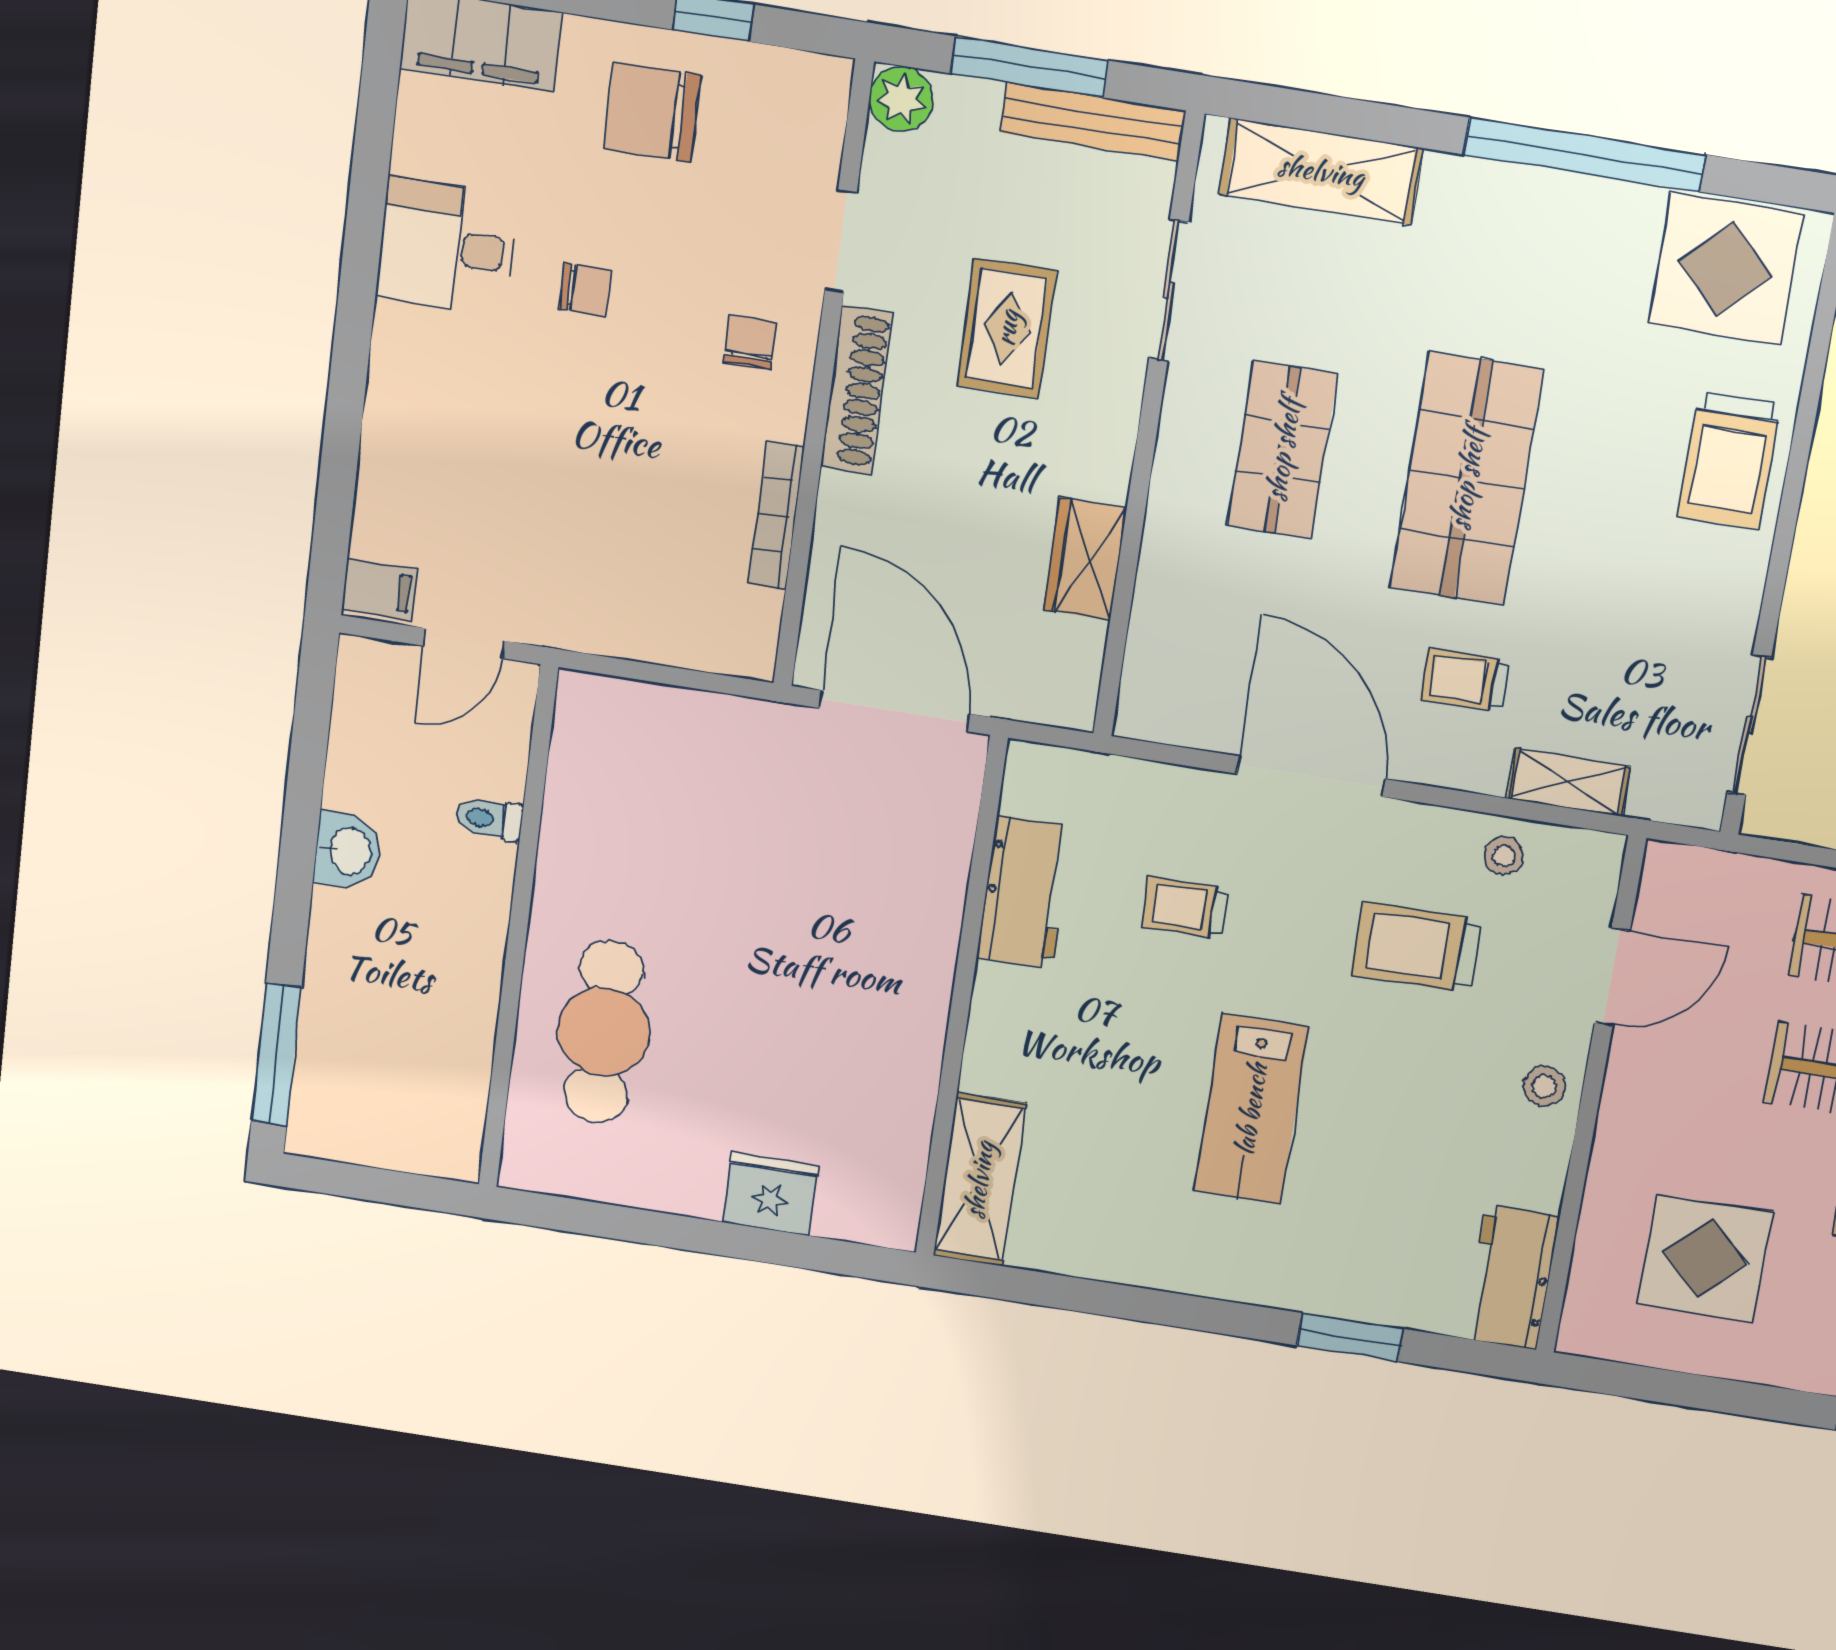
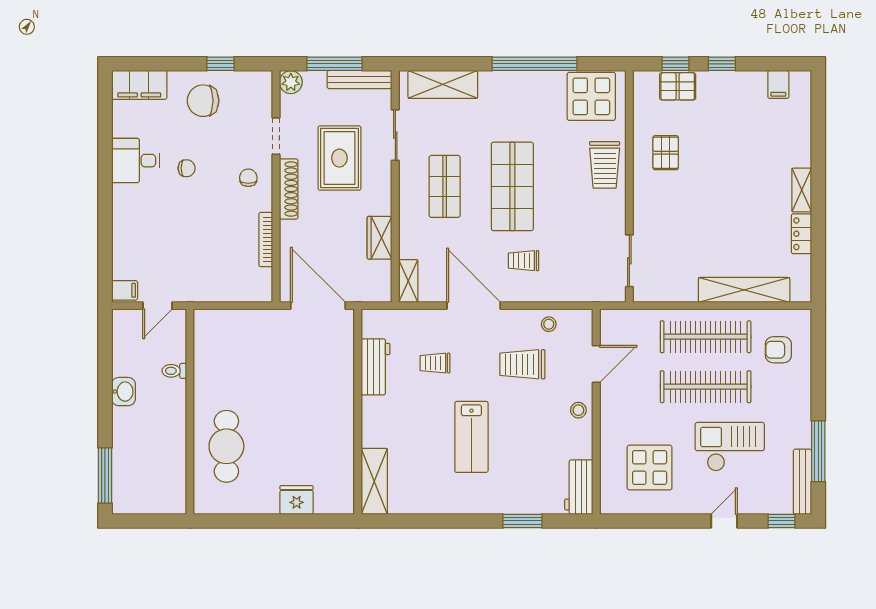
rug: (1007, 328) -> (339, 158), width x1.36, depth x1.43
shelving: (1569, 782) -> (408, 281), moved, turned 90

